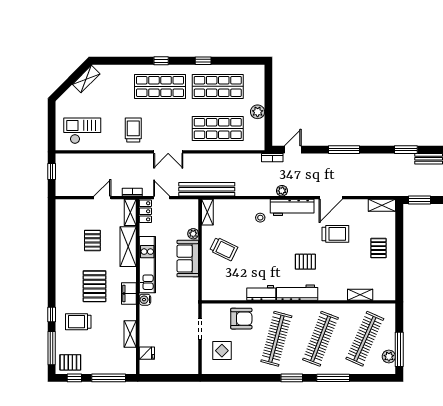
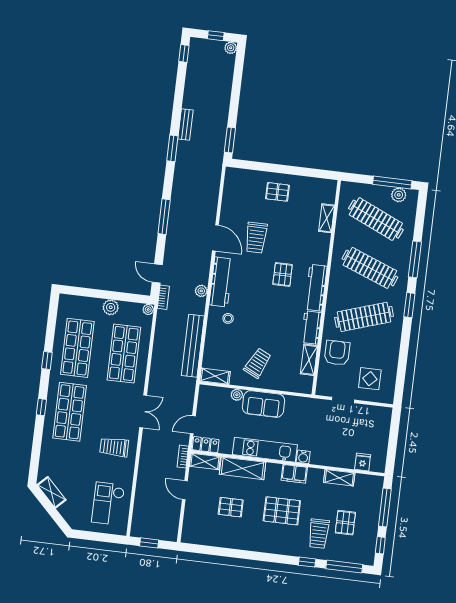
plant: (260, 146) -> (148, 309), added
bench: (207, 189) -> (193, 346), moved
shelving: (382, 205) -> (309, 360), moved
trolley: (335, 234) -> (256, 238), turned 180
clothes rail: (276, 339) -> (364, 317), turned -33
pallet: (70, 362) -> (345, 523), moved

